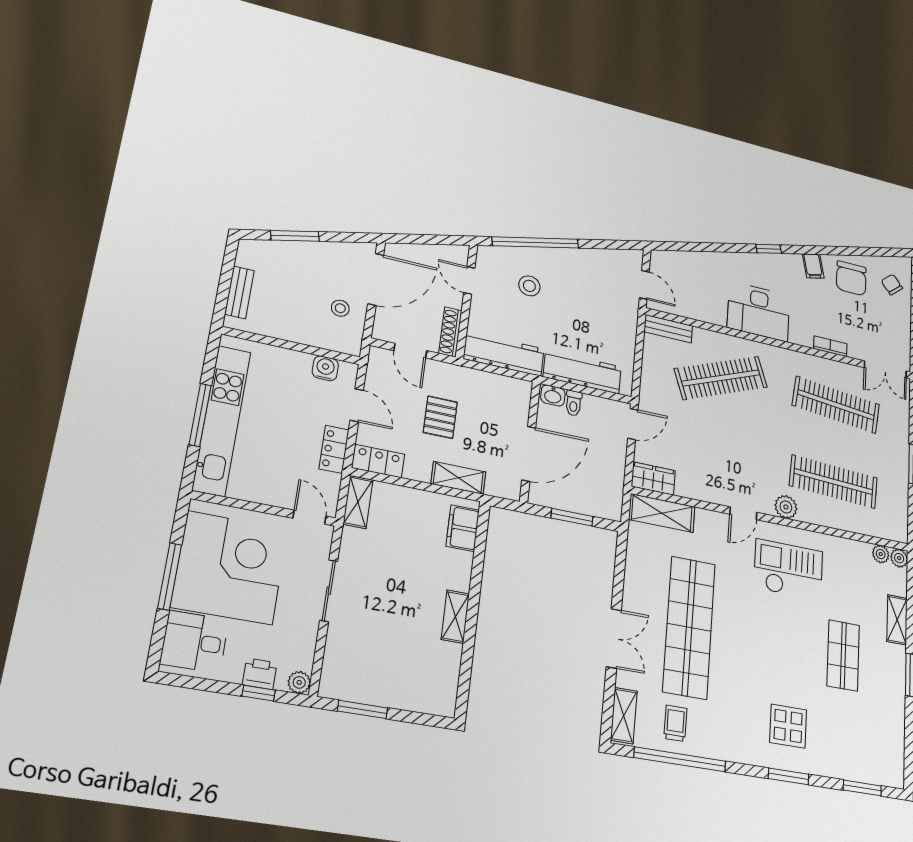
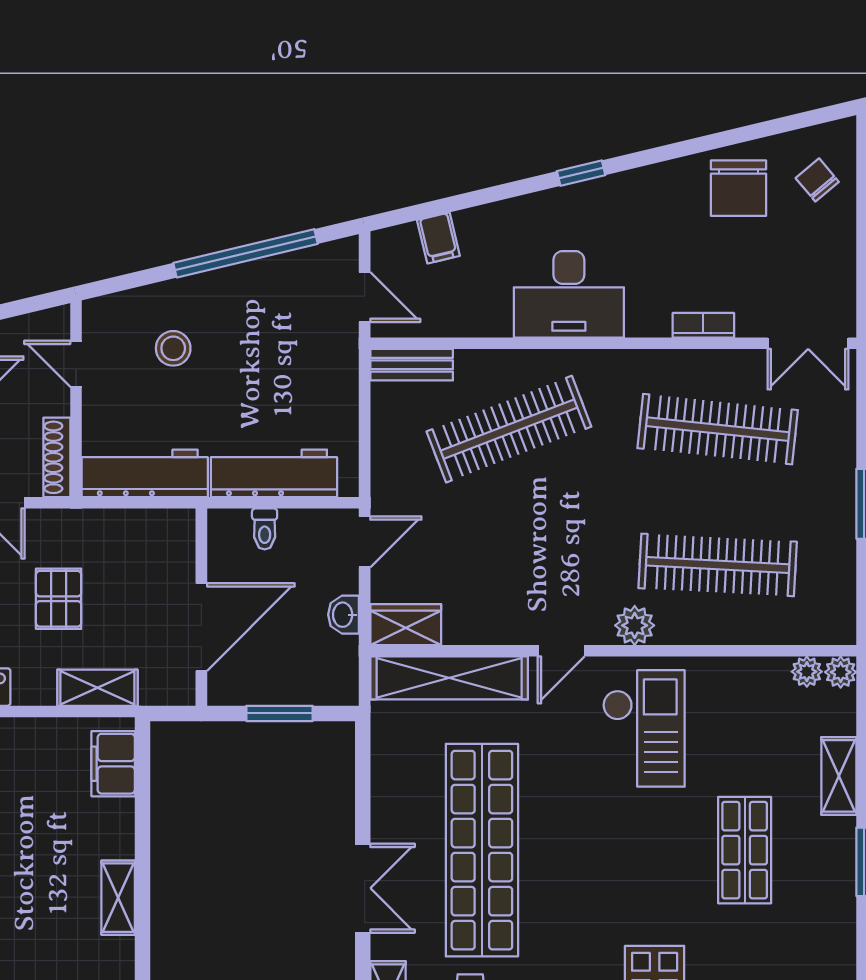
window: (535, 242) -> (245, 253), moved
filing cabinet: (813, 266) -> (438, 238), moved
washbasin: (553, 395) -> (343, 615), moved, turned 90
shelving: (662, 513) -> (449, 678), width x1.47
checkout: (788, 570) -> (644, 728), turned 90

